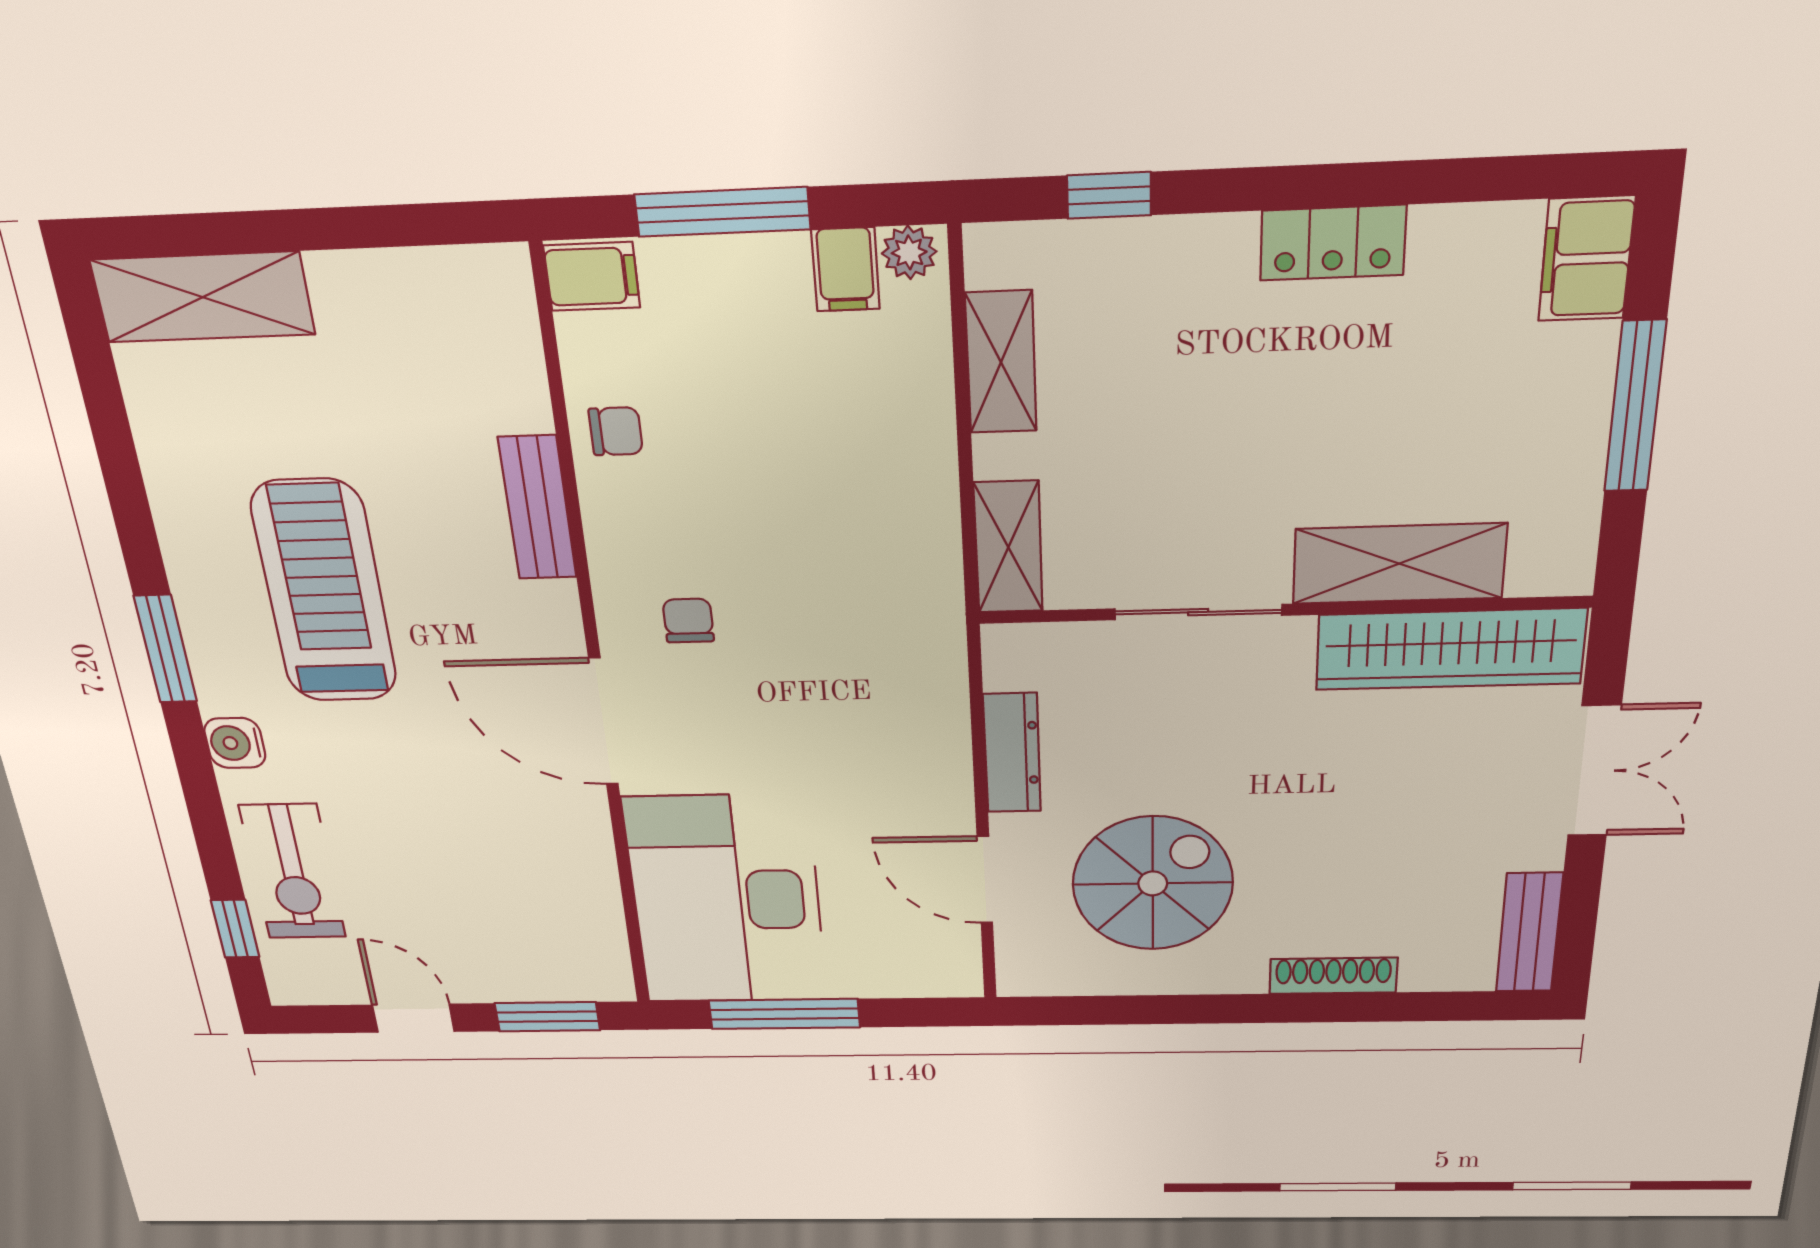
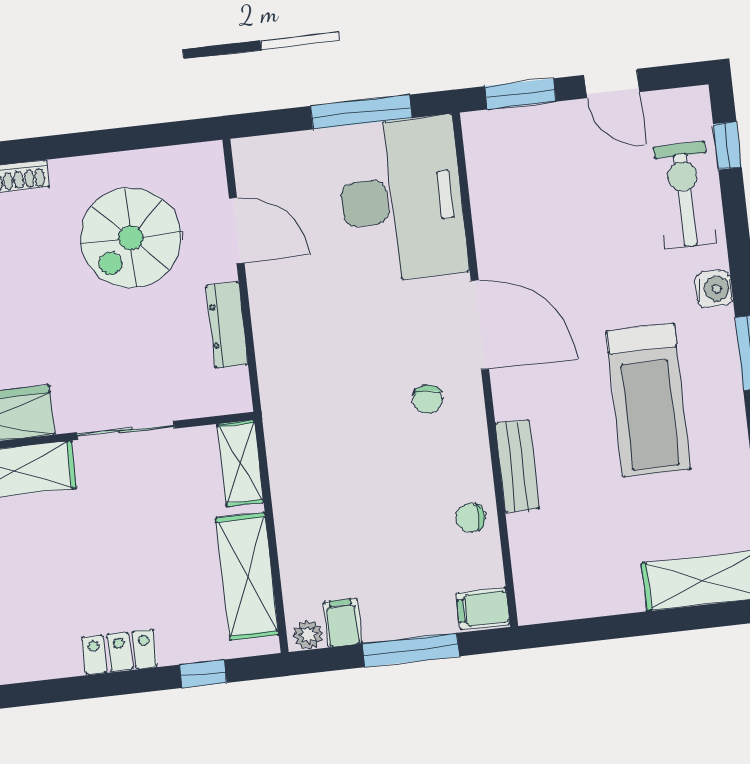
locker: (1333, 243) -> (120, 652), moved
shelving: (1001, 362) -> (247, 576), width x1.50, depth x1.33

